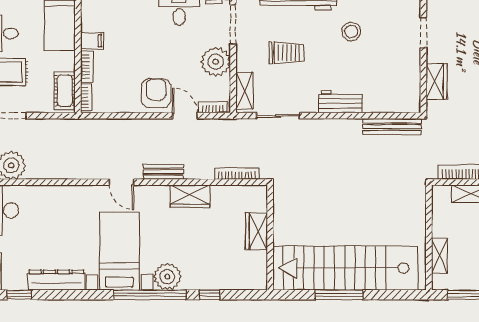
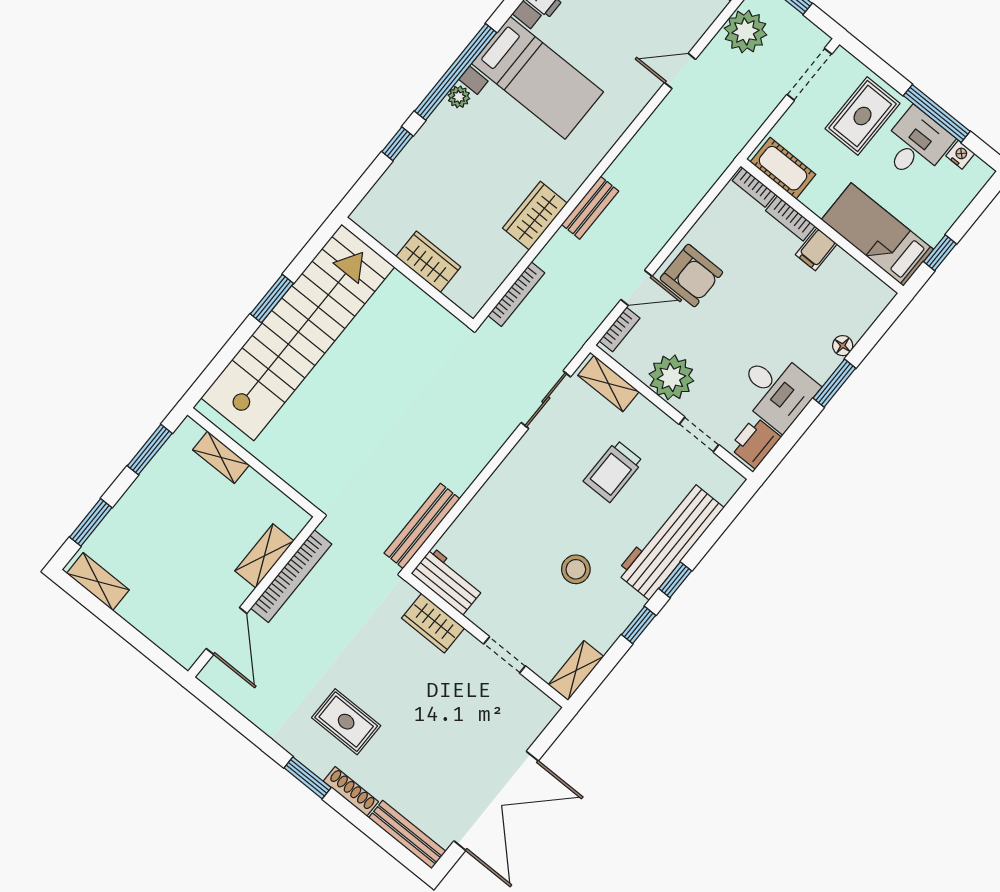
doorway: (233, 24) -> (699, 435), width x0.73
workbench: (340, 102) -> (447, 581), moved, turned -90
door: (121, 182) -> (680, 71), moved
plant: (167, 277) -> (459, 97), width x0.53, depth x0.53
window: (339, 295) -> (272, 299), width x0.69

